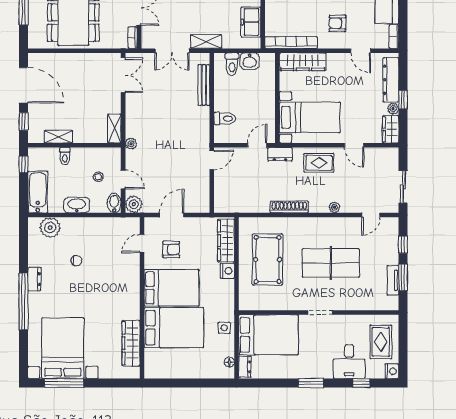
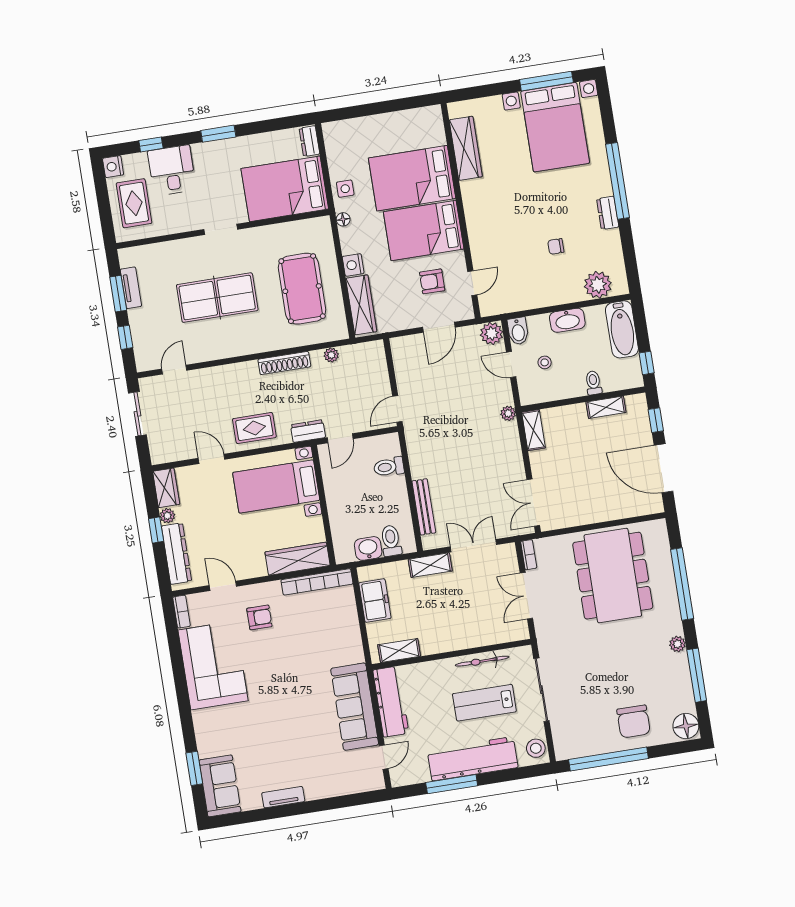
plant: (334, 207) -> (331, 355), moved
floor lamp: (229, 362) -> (343, 219), moved

